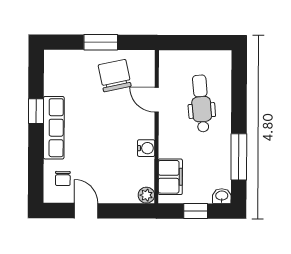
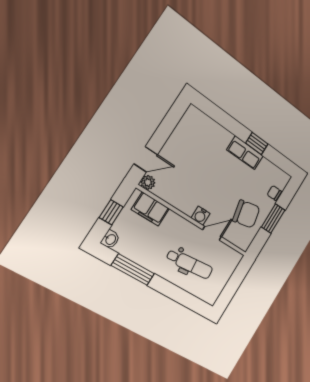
row of seats: (54, 128) -> (245, 153), width x0.68
water cooler: (146, 148) -> (201, 216), moved
chair: (63, 178) -> (274, 193), moved
door: (86, 211) -> (146, 159), moved

